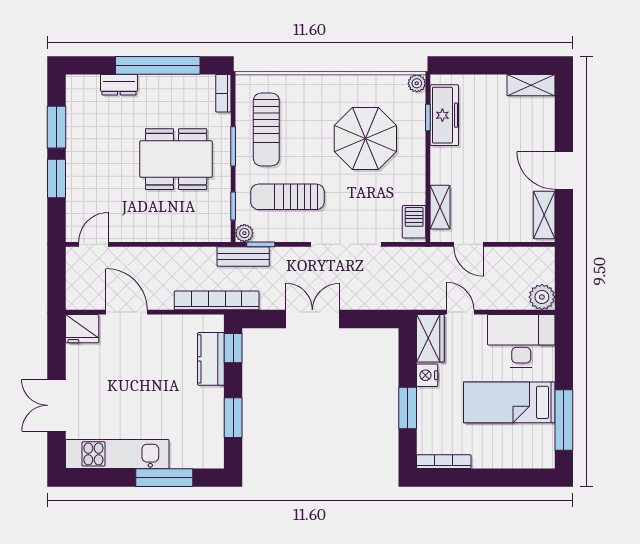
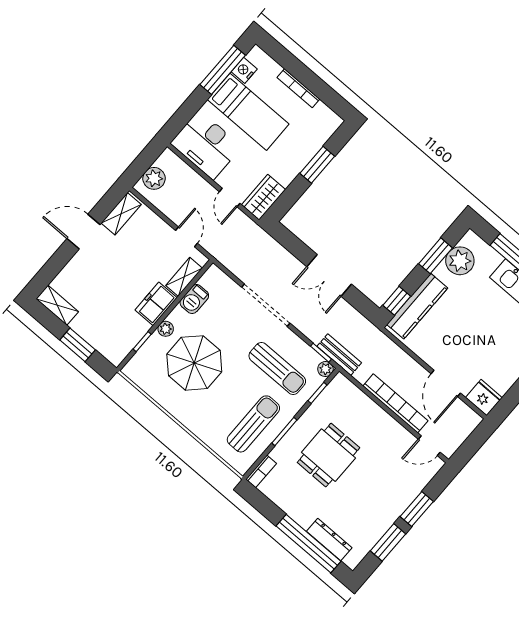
window: (158, 65) -> (308, 544), moved
window: (483, 65) -> (78, 345), added
plant: (417, 83) -> (166, 329), moved
dresser: (119, 85) -> (329, 540), width x1.44
freezer: (444, 115) -> (156, 304), moved, width x0.71
dining table: (176, 159) -> (328, 455), width x0.73
door: (564, 170) -> (84, 232), swing flipped
barbecue: (414, 222) -> (194, 299), moved
plant: (542, 297) -> (154, 178), moved
bookcase: (217, 300) -> (395, 403), moved, turned 180
kitchen counter: (211, 359) -> (417, 306), width x1.50
nightstand: (427, 375) -> (244, 70), moved, turned 180
plant: (208, 432) -> (460, 261), added
bookcase: (444, 462) -> (298, 88), moved

